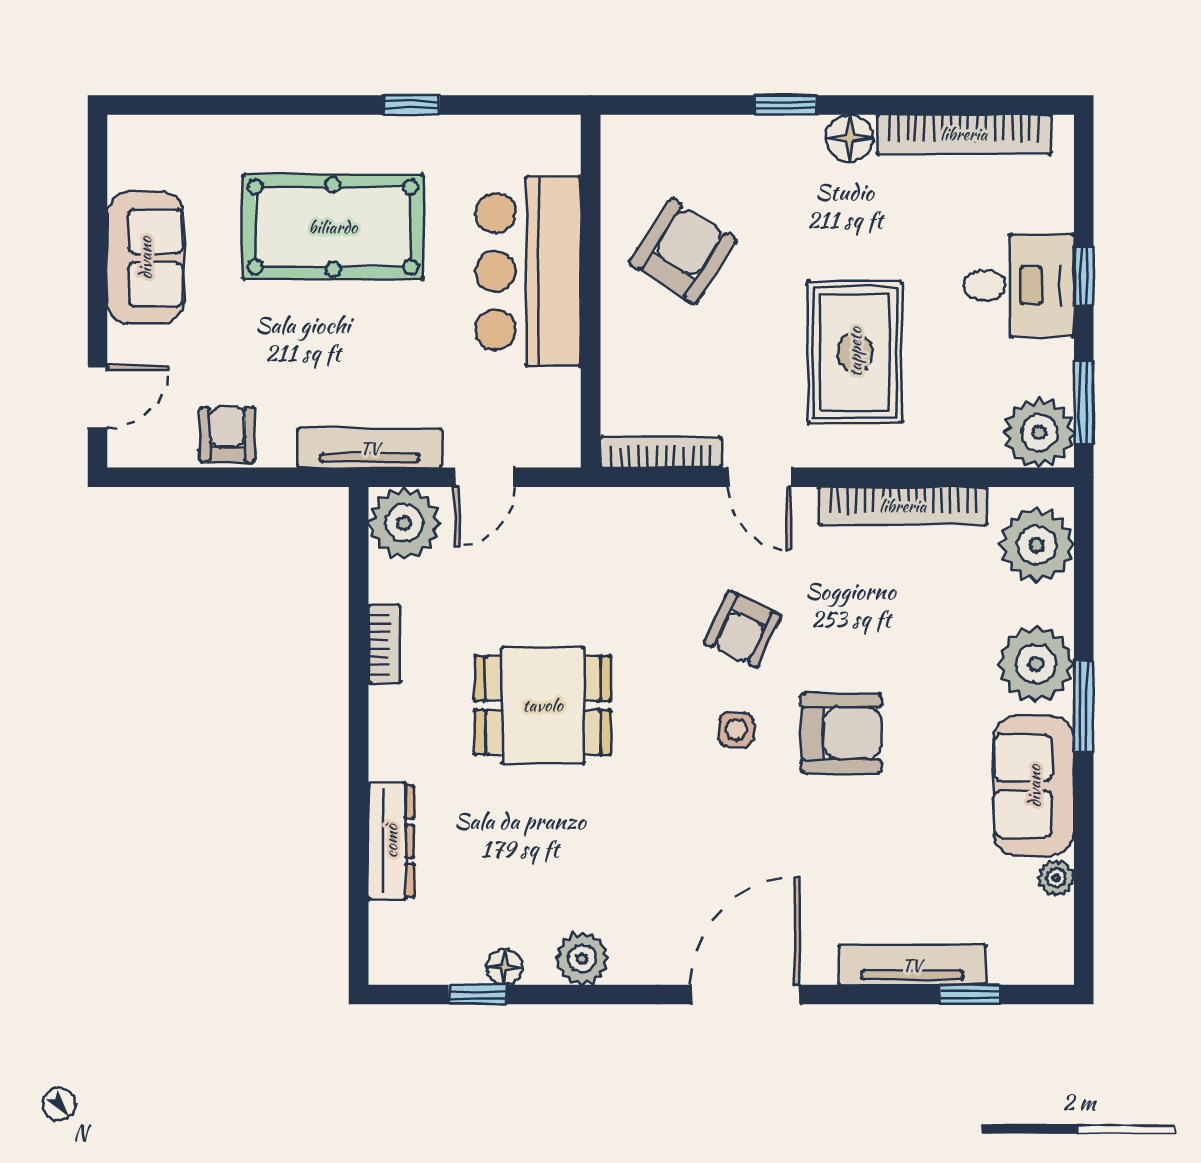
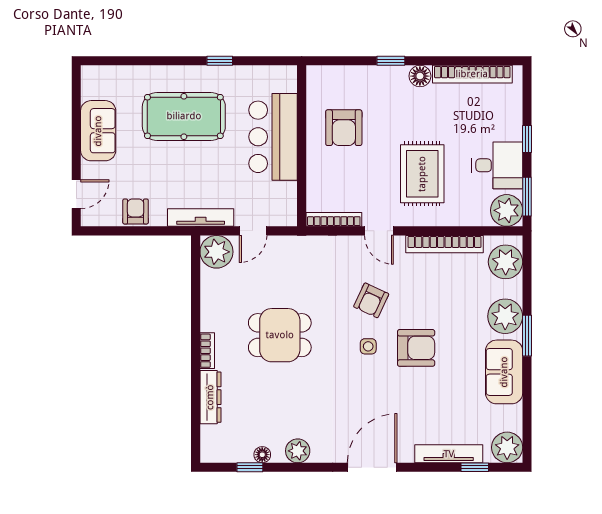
armchair: (683, 251) -> (344, 128), turned 147
desk: (1019, 285) -> (497, 165), moved
bookcase: (384, 644) -> (207, 351), moved
plant: (1056, 878) -> (507, 447), moved, width x1.88, depth x1.88

